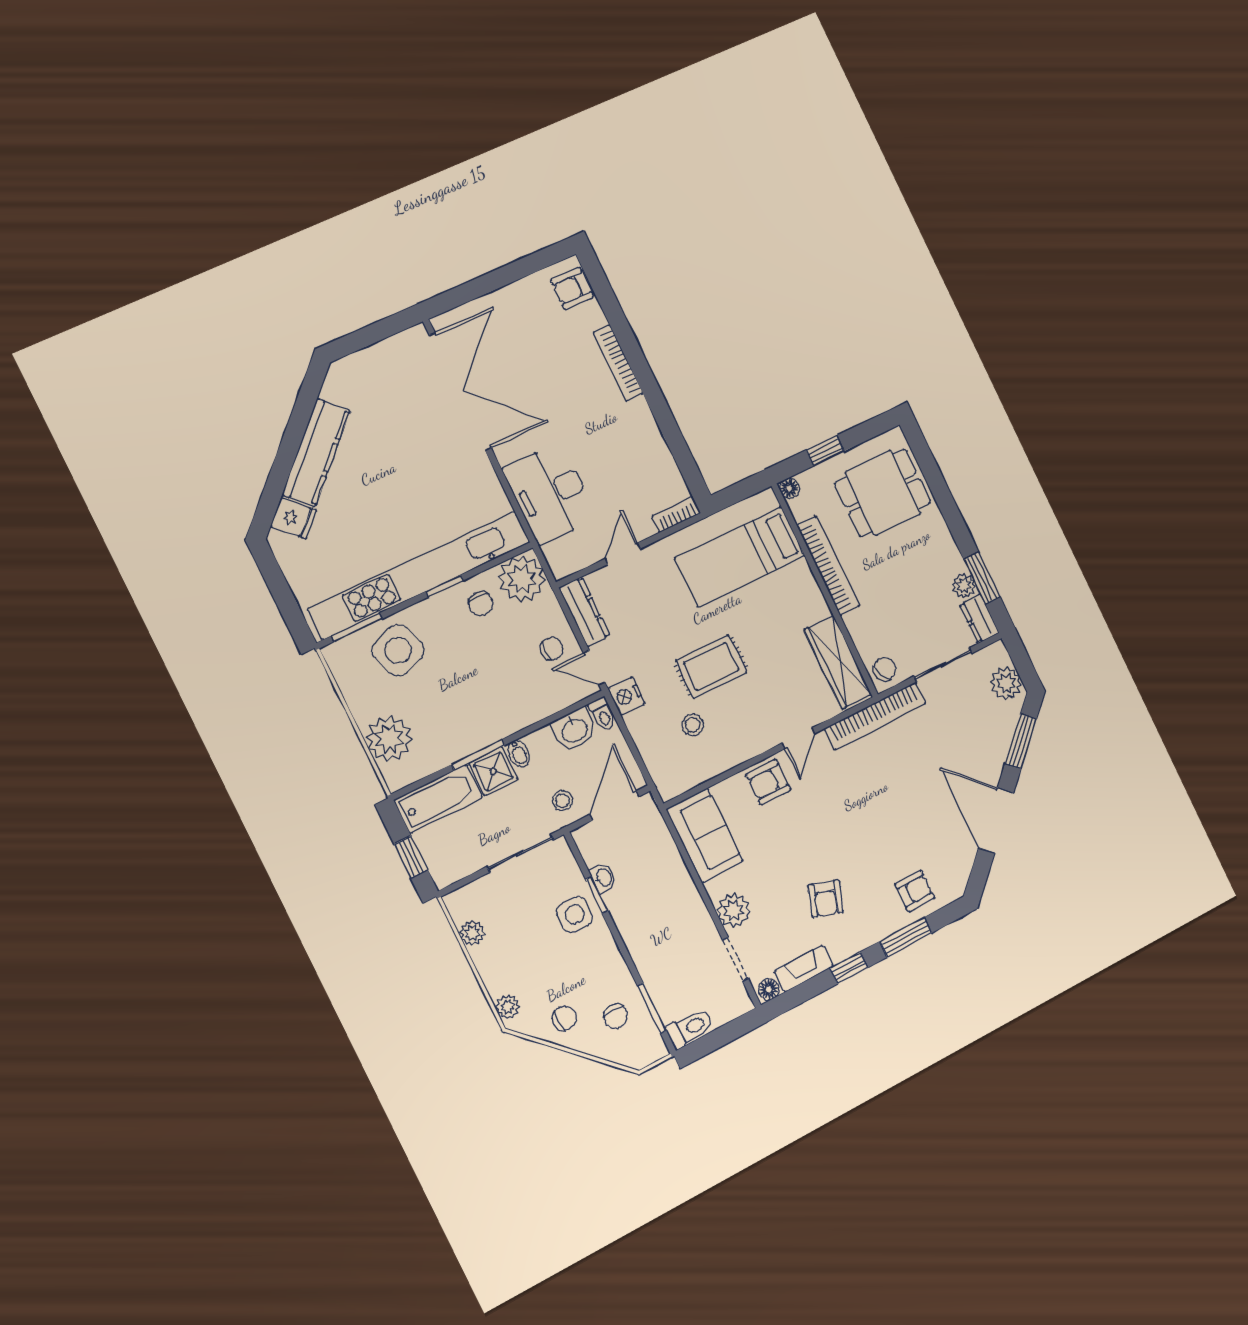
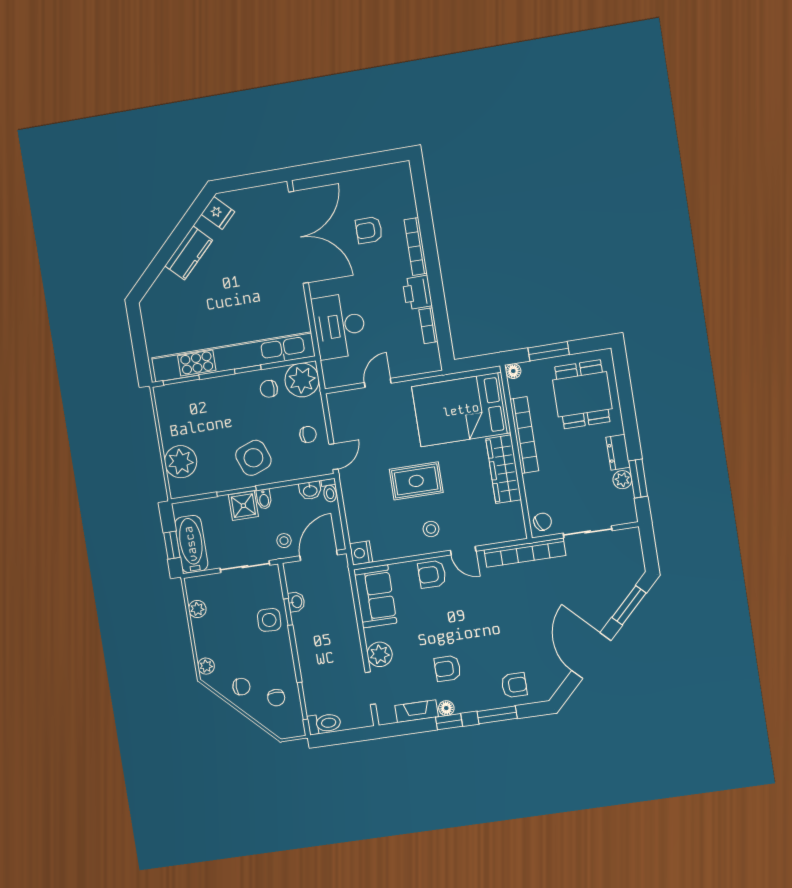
armchair: (572, 288) -> (369, 230), moved
printer: (638, 422) -> (417, 292), added
window: (825, 451) -> (549, 351), width x1.50
kitchen counter: (316, 452) -> (189, 253), width x0.67
dining table: (883, 493) -> (582, 394), turned 90
bookcase: (676, 515) -> (428, 326), moved, turned -90
fridge: (293, 518) -> (218, 213), moved
bed: (740, 557) -> (461, 410), width x1.50
chair: (481, 604) -> (269, 389), turned 90
dresser: (584, 612) -> (338, 416), removed
dresser: (979, 618) -> (618, 452), moved
side table: (398, 650) -> (253, 458), moved
wardrobe: (838, 662) -> (504, 469), moved
door: (594, 668) -> (333, 457), swing flipped
plant: (1006, 683) -> (631, 560), removed
nightstand: (626, 696) -> (361, 553), moved
stool: (693, 725) -> (431, 529), moved
washbasin: (574, 730) -> (310, 491), width x0.72, depth x0.69
door: (798, 738) -> (463, 551), hinge flipped
bathtub: (438, 799) -> (191, 544), moved, turned -90
armchair: (826, 899) -> (448, 668), turned 72
floor lamp: (769, 989) -> (446, 708), moved

